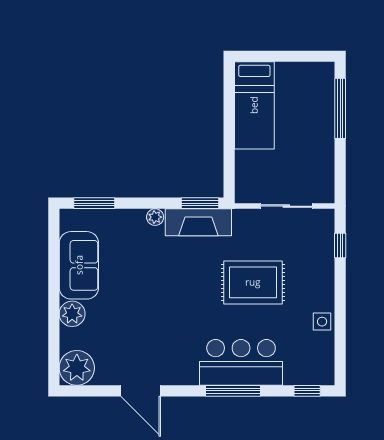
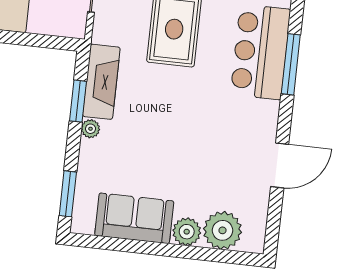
window: (200, 203) -> (78, 101), moved
plant: (77, 368) -> (223, 230), moved

